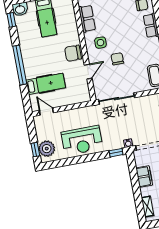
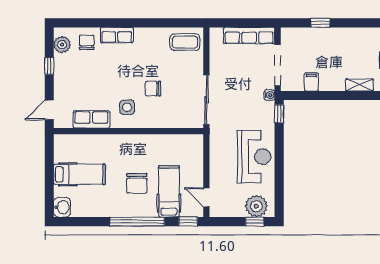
window: (11, 20) -> (188, 222), moved
chair: (73, 53) -> (137, 183), moved
door: (88, 72) -> (163, 131), removed
door: (46, 112) -> (206, 197), hinge flipped
filing cabinet: (144, 176) -> (311, 82), width x0.50

